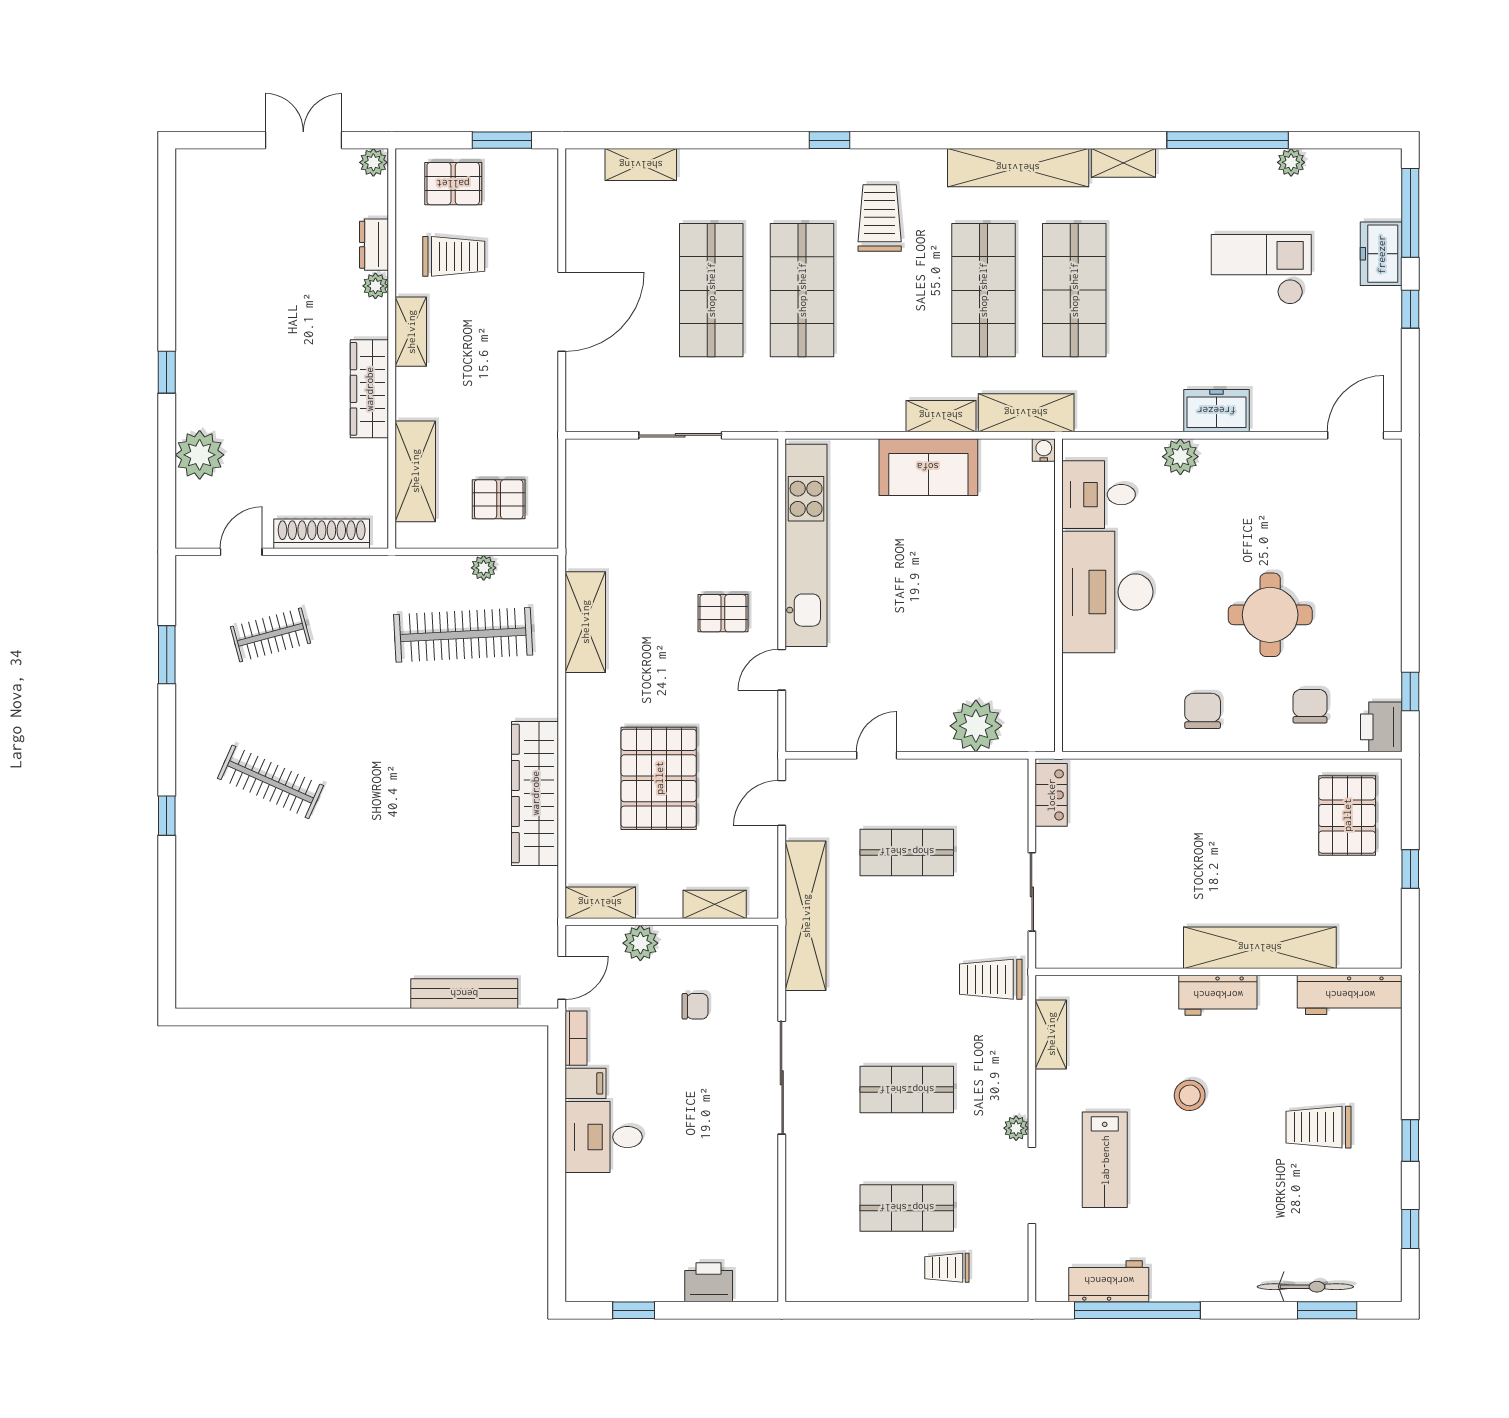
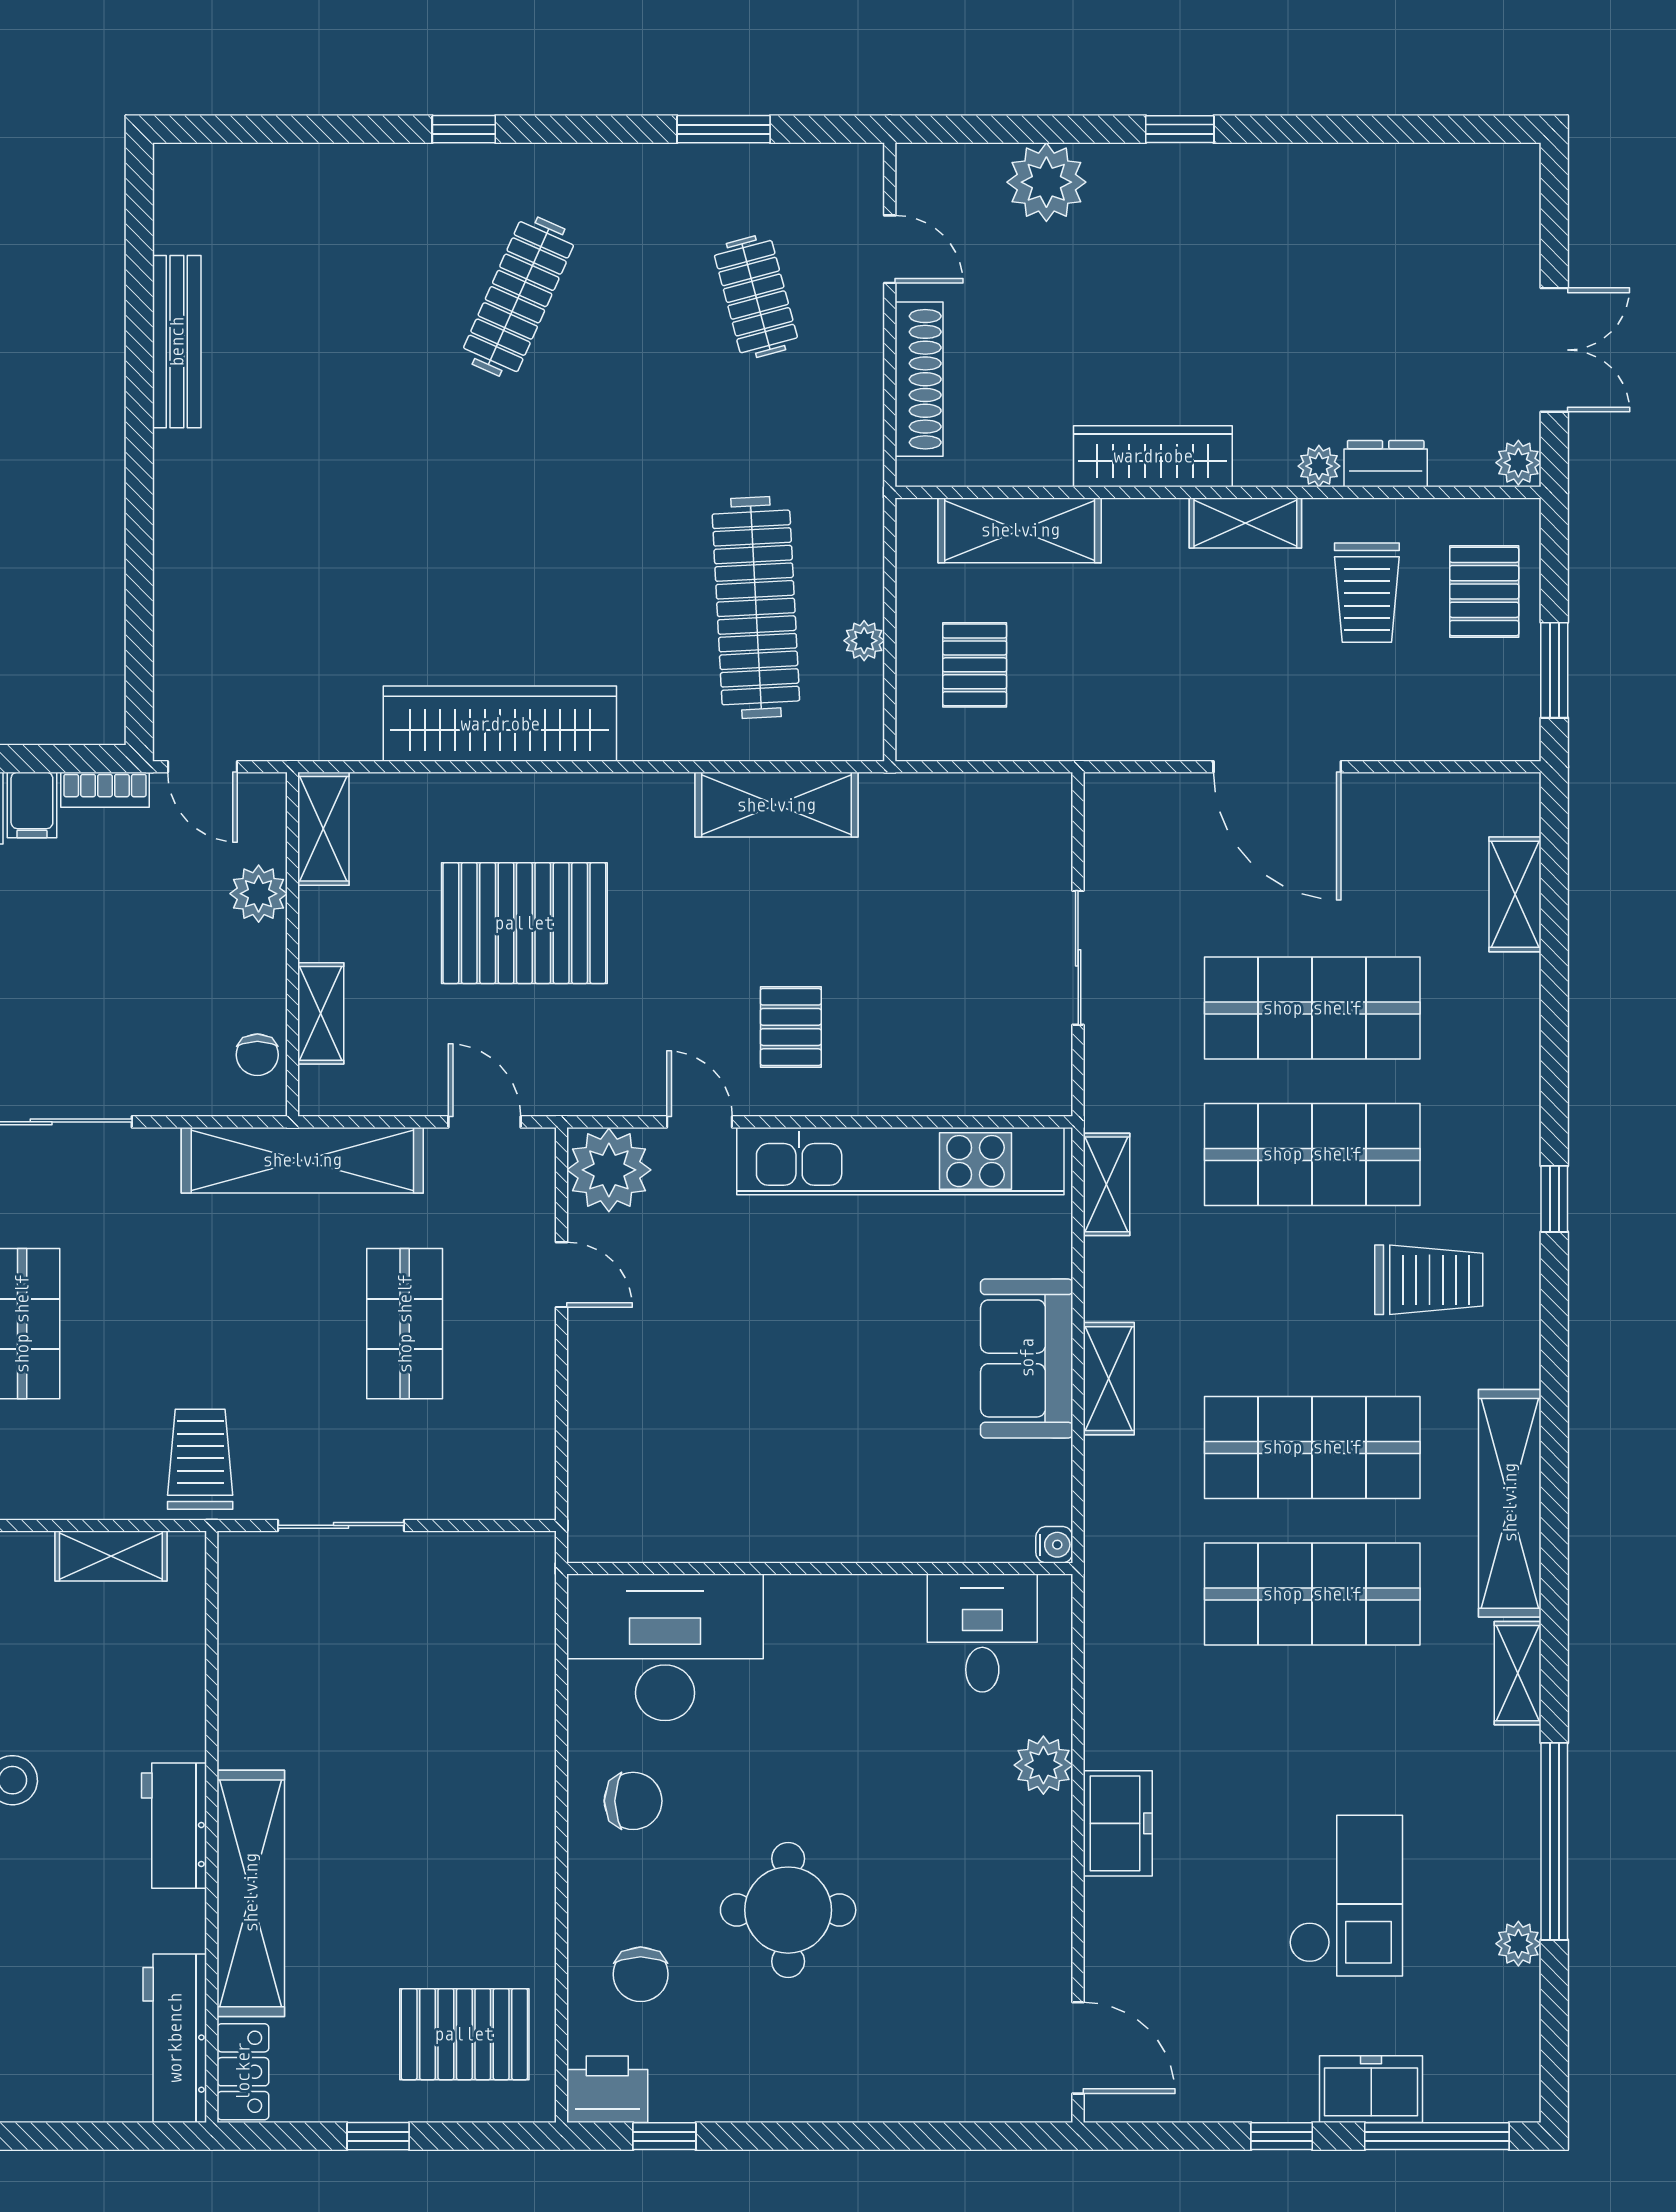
shelving: (1026, 413) -> (1107, 1184), moved, width x0.67, depth x0.75
desk: (1107, 592) -> (665, 1647), moved
chair: (1310, 706) -> (641, 1974), turned 90
plant: (976, 726) -> (609, 1170), moved
locker: (1051, 795) -> (243, 2072), moved, turned -90
bench: (464, 994) -> (177, 342), moved
chair: (695, 1006) -> (257, 1055), moved

